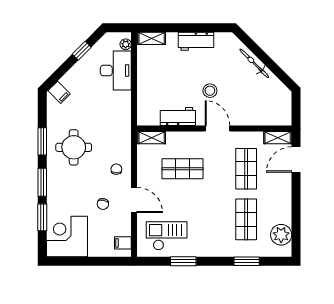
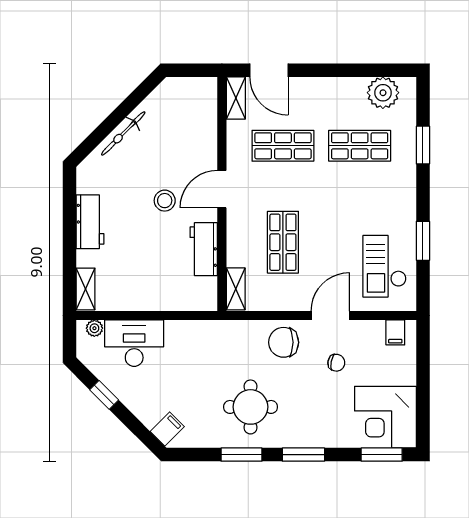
chair: (116, 169) -> (284, 342), width x1.87, depth x1.87
window: (42, 217) -> (382, 455), moved

